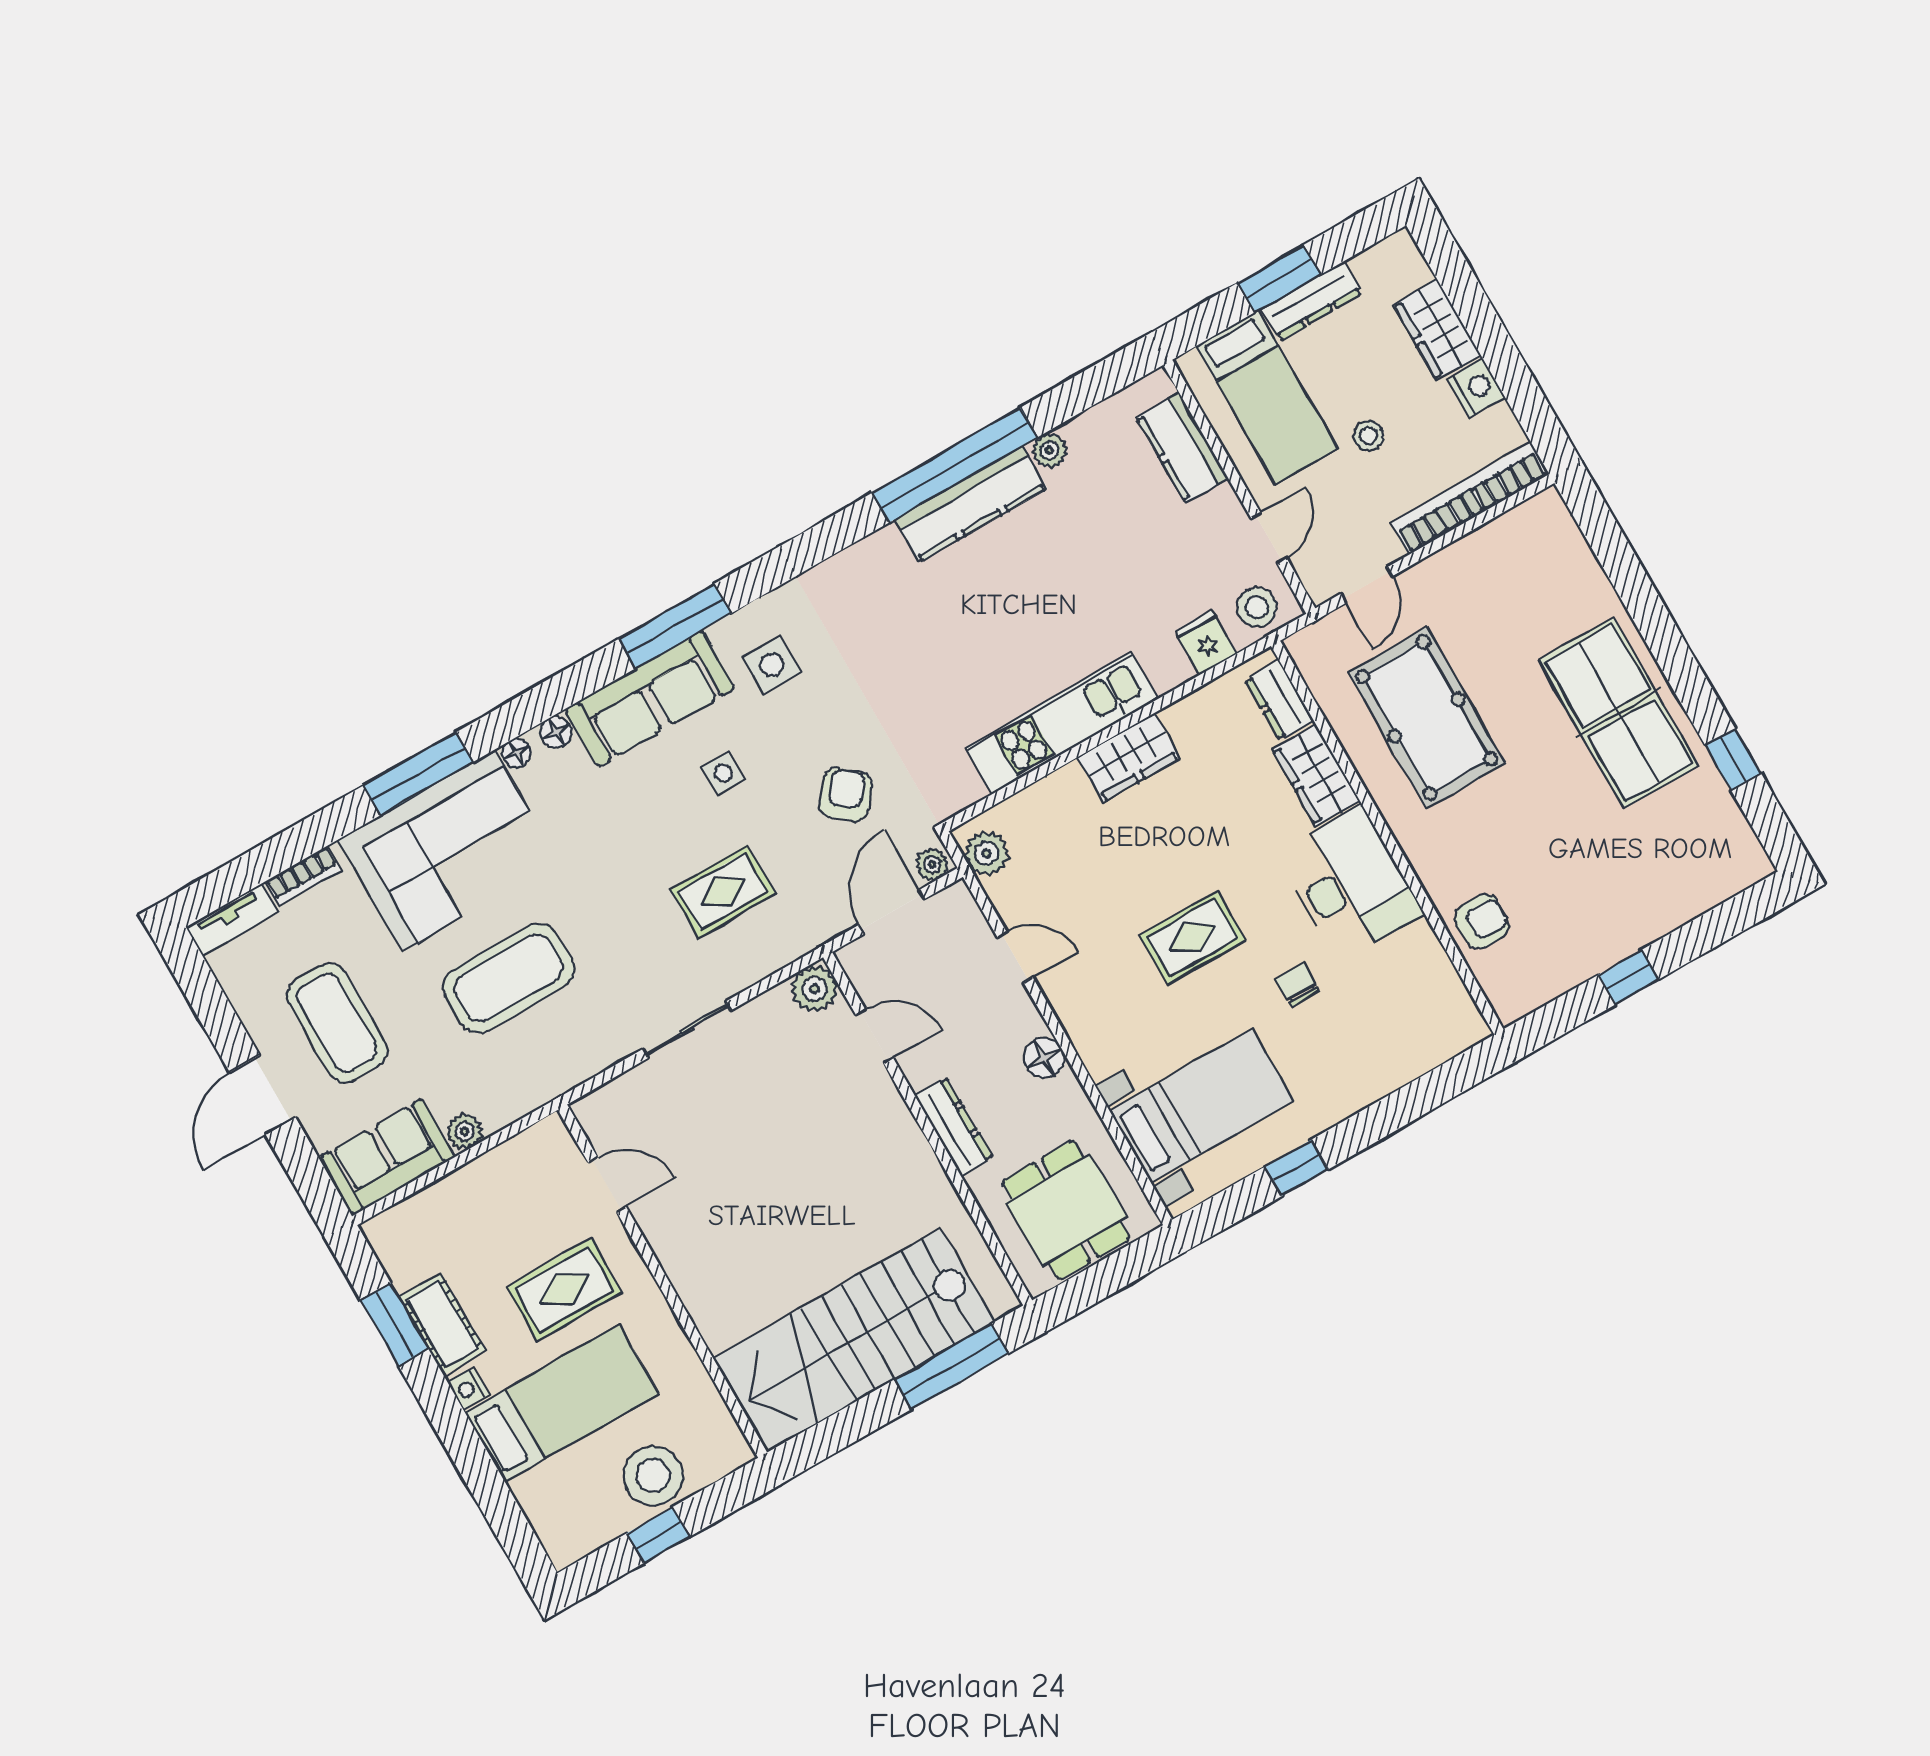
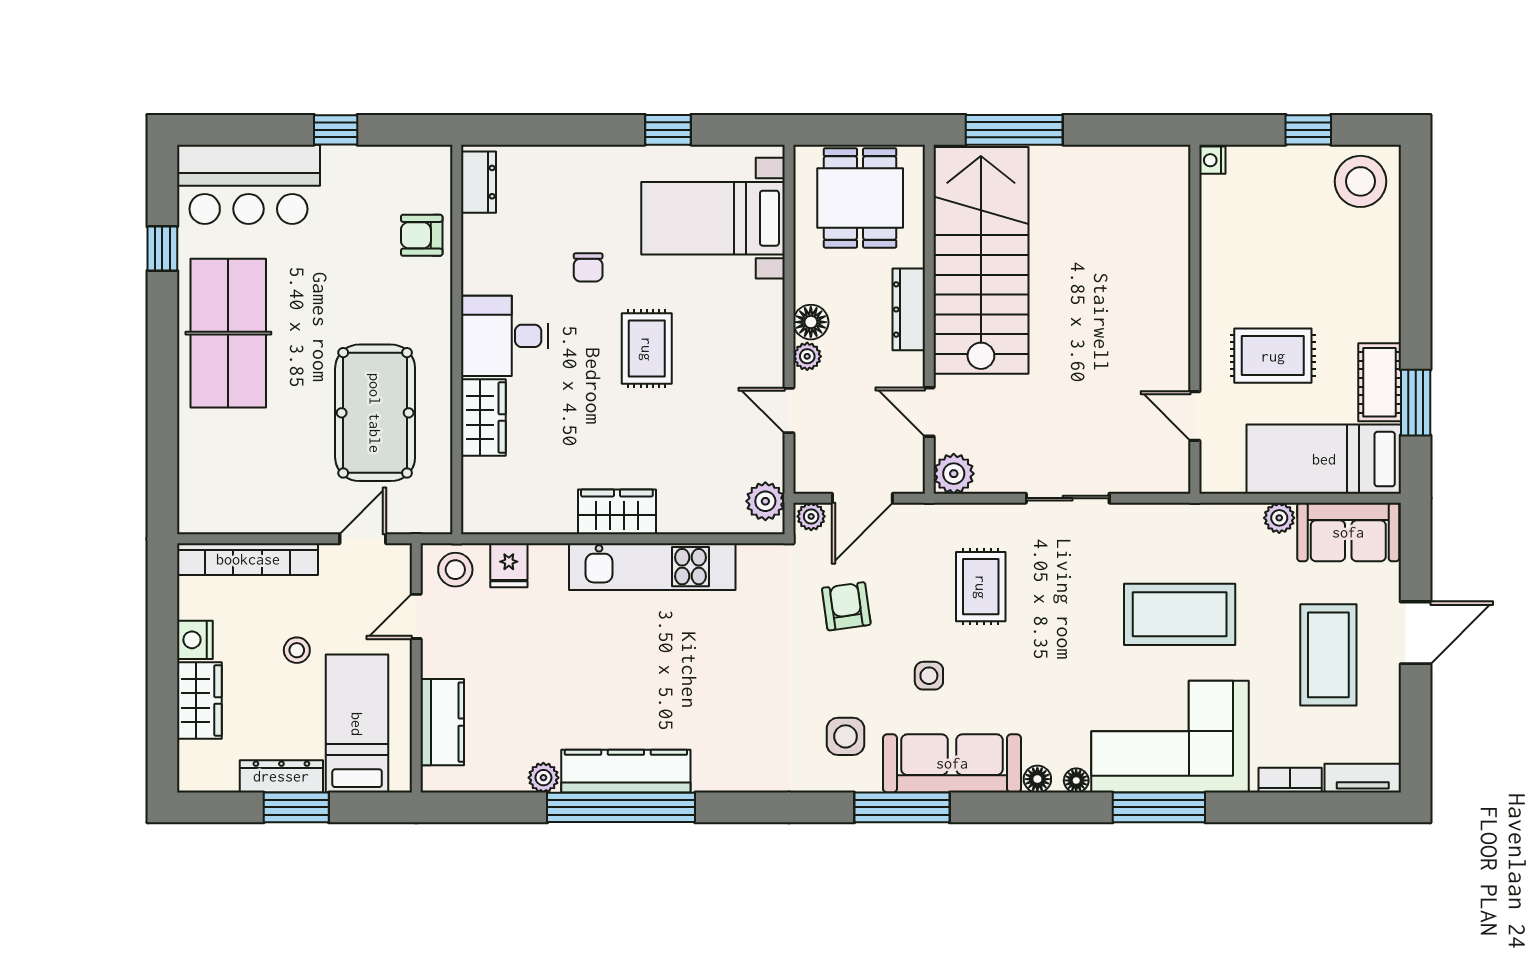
dresser: (1279, 700) -> (479, 182), moved
armchair: (846, 795) -> (846, 606), turned 133
bar counter: (1684, 873) -> (248, 184), added
desk: (1350, 884) -> (505, 336), width x0.73
rug: (723, 892) -> (981, 587), turned 90
rug: (1193, 938) -> (647, 349), turned 90
plant: (1028, 1022) -> (807, 356), added
stairs: (854, 1340) -> (981, 260), moved, turned -90
nightstand: (468, 1389) -> (1212, 160), moved, turned 180
bed: (562, 1403) -> (1324, 459), moved
stool: (653, 1476) -> (1361, 181), moved

